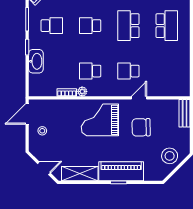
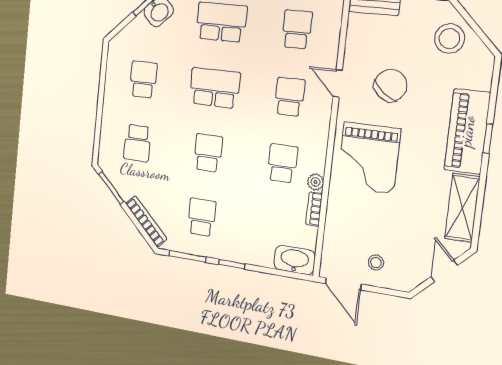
school desk: (90, 26) -> (208, 153), turned 180
school desk: (128, 26) -> (215, 88), turned 180
washbasin: (36, 61) -> (295, 260), moved
school desk: (90, 71) -> (282, 163), turned 180
school desk: (128, 71) -> (290, 97), turned 180
school desk: (167, 71) -> (297, 29), added
chair: (141, 127) -> (391, 85), turned -140

